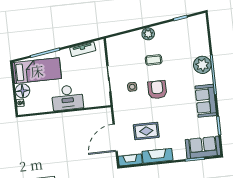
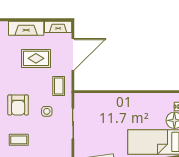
desk: (67, 98) -> (123, 107), removed
coffee table: (124, 109) -> (59, 86), added

